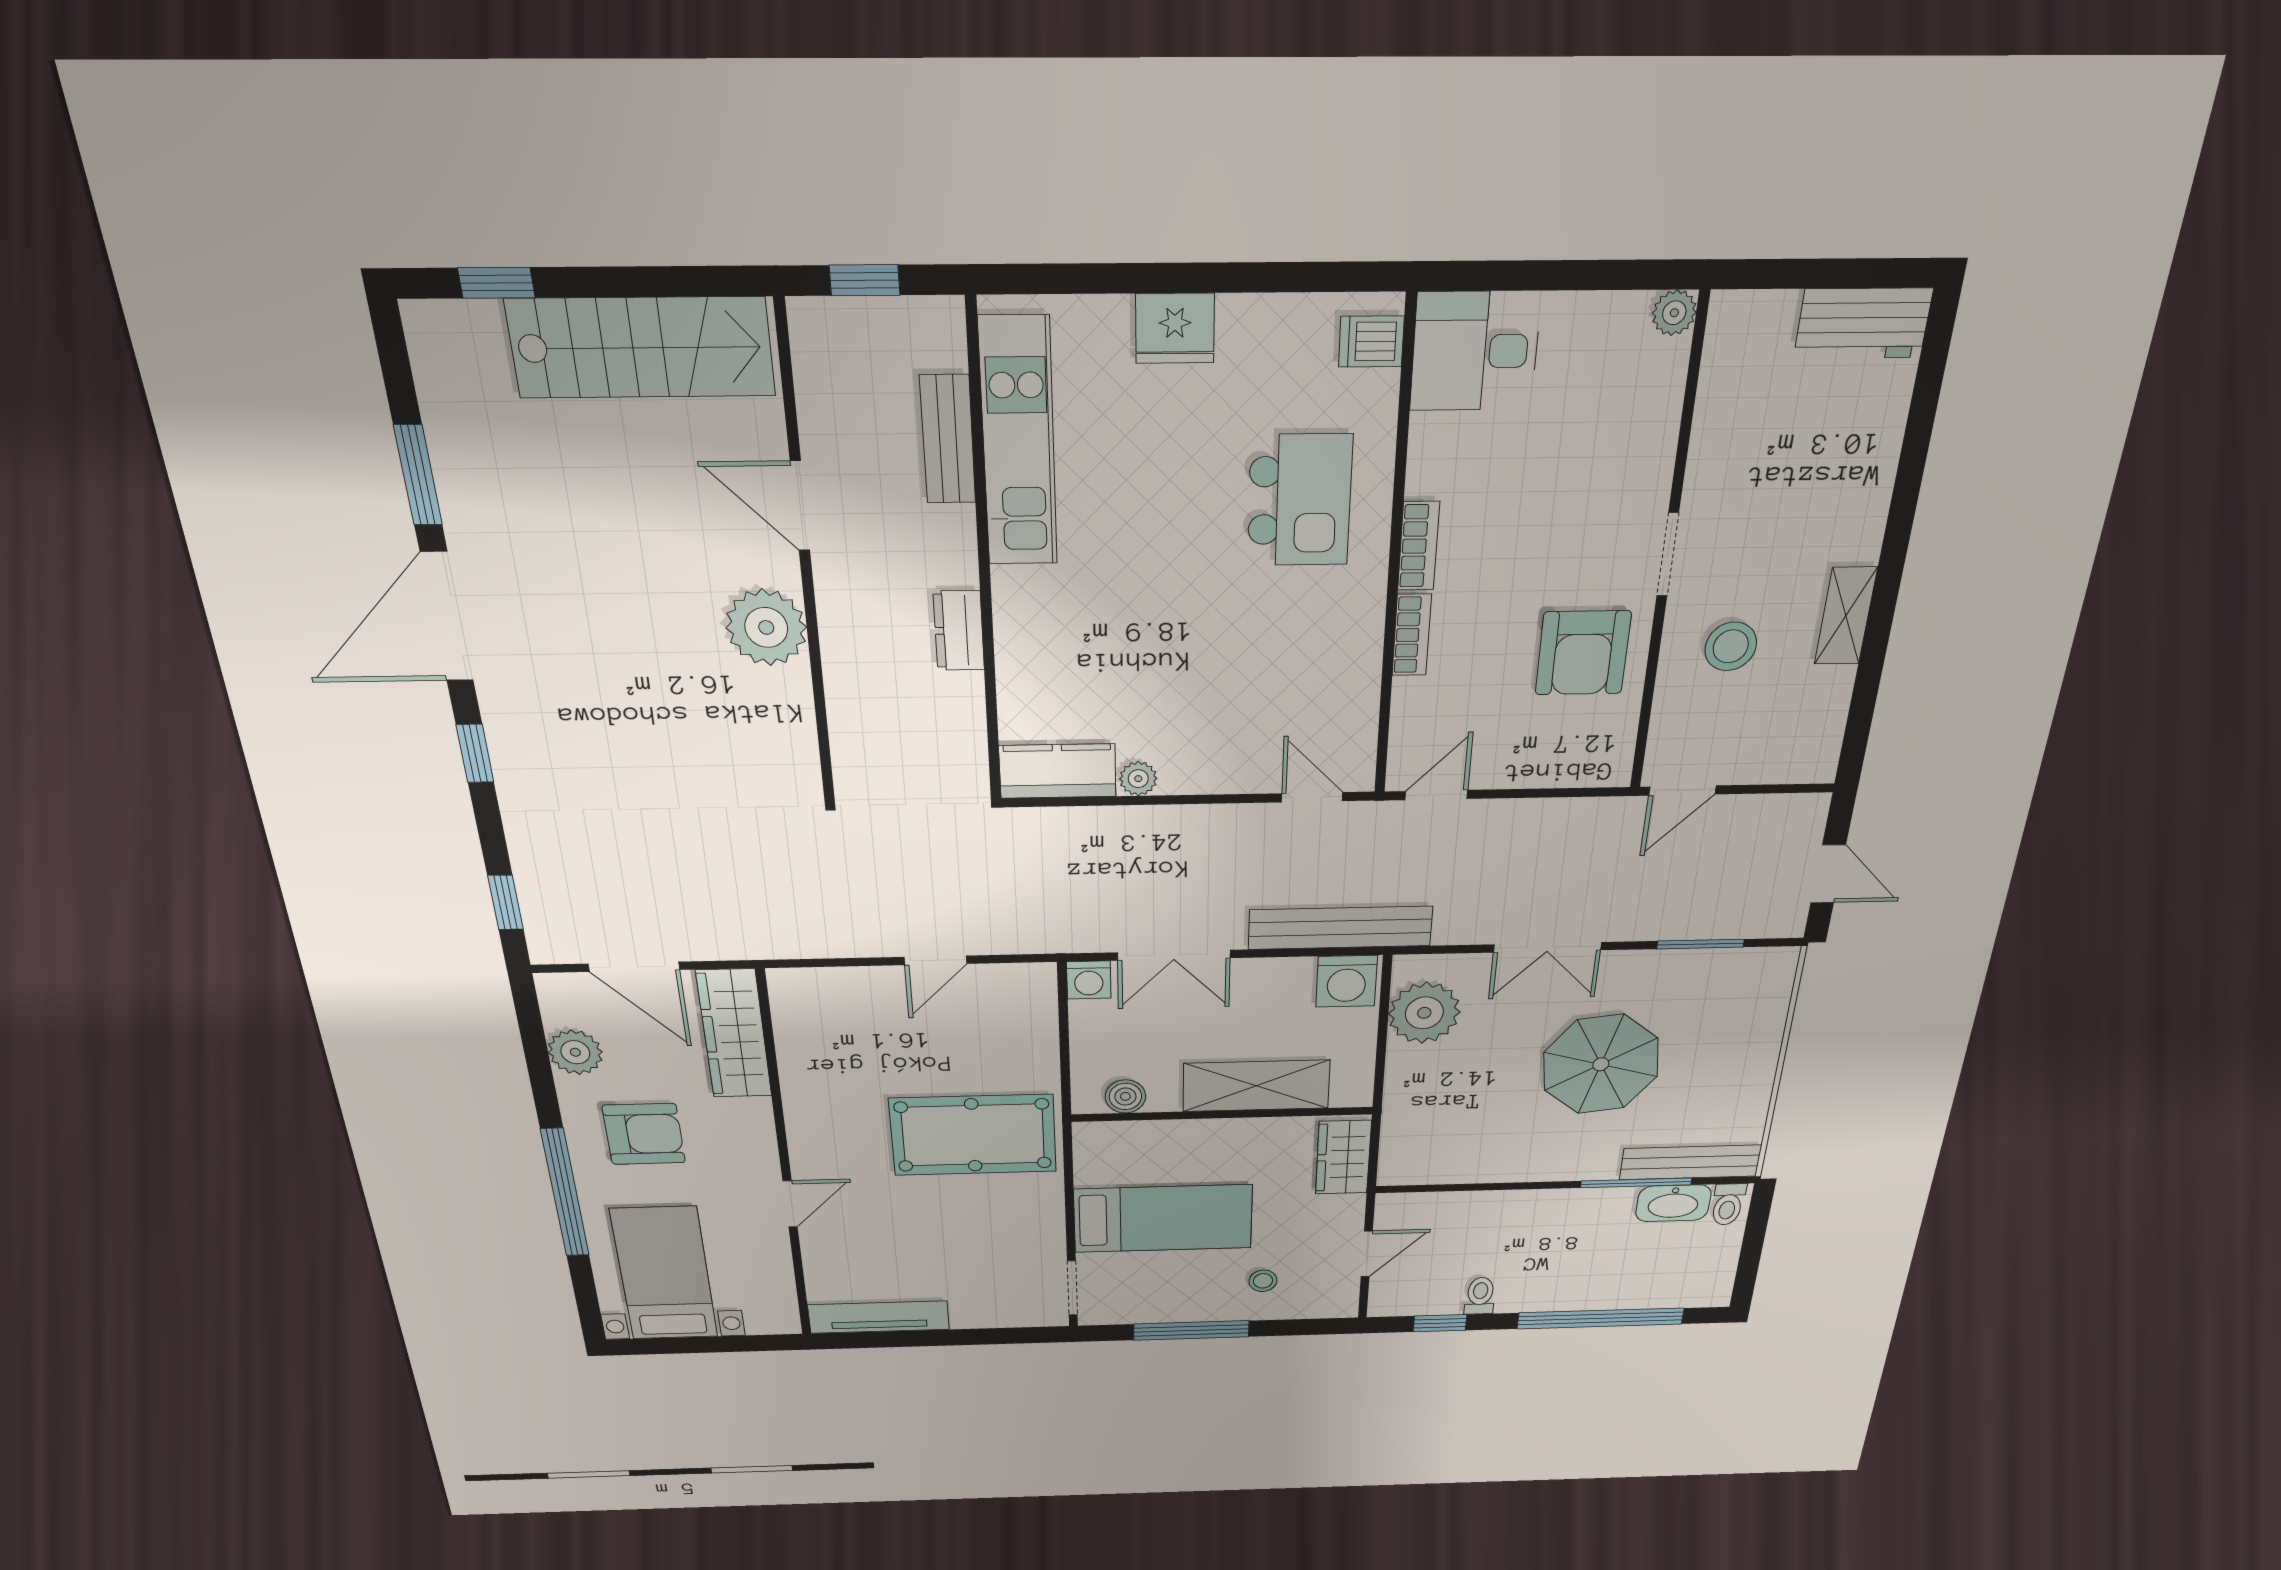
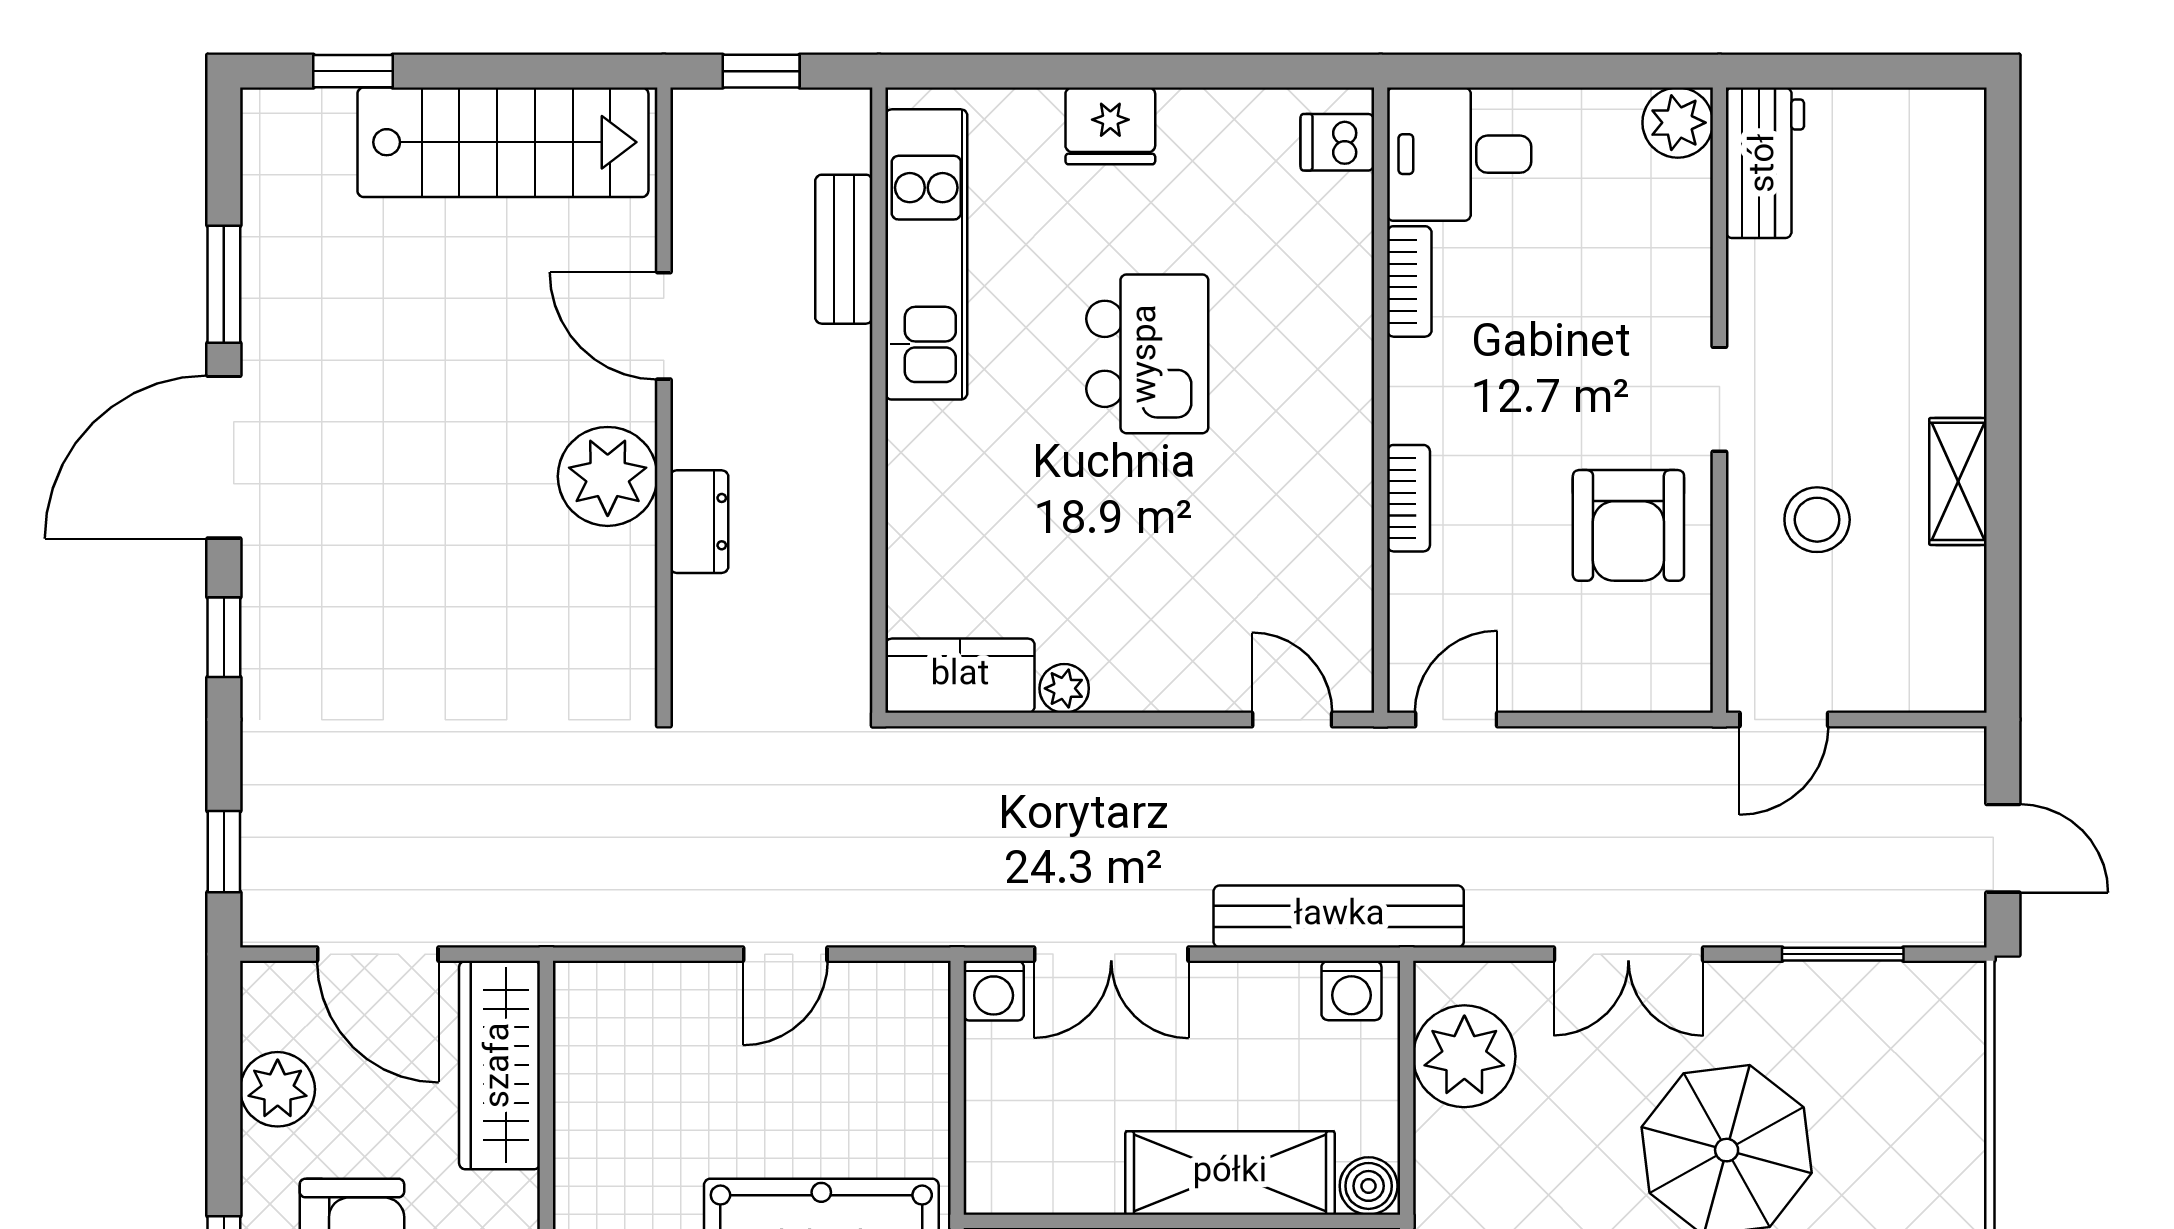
plant: (1674, 313) -> (1678, 123), width x1.38, depth x1.38
workbench: (1863, 323) -> (1765, 163), moved, turned -90
kitchen island: (1300, 500) -> (1147, 354), moved
bookcase: (1419, 546) -> (1409, 281), moved
dresser: (959, 631) -> (699, 522), moved, turned 180
washing machine: (1346, 981) -> (1351, 990), width x0.73, depth x0.73
boiler: (1125, 1096) -> (1369, 1186), moved

